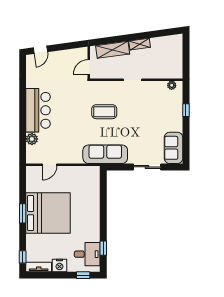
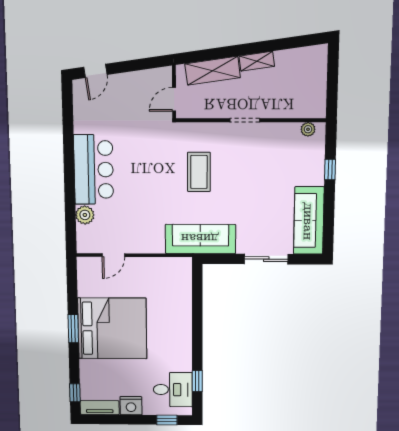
coffee table: (104, 112) -> (199, 172), turned 90
sofa: (174, 148) -> (309, 221), width x1.36

